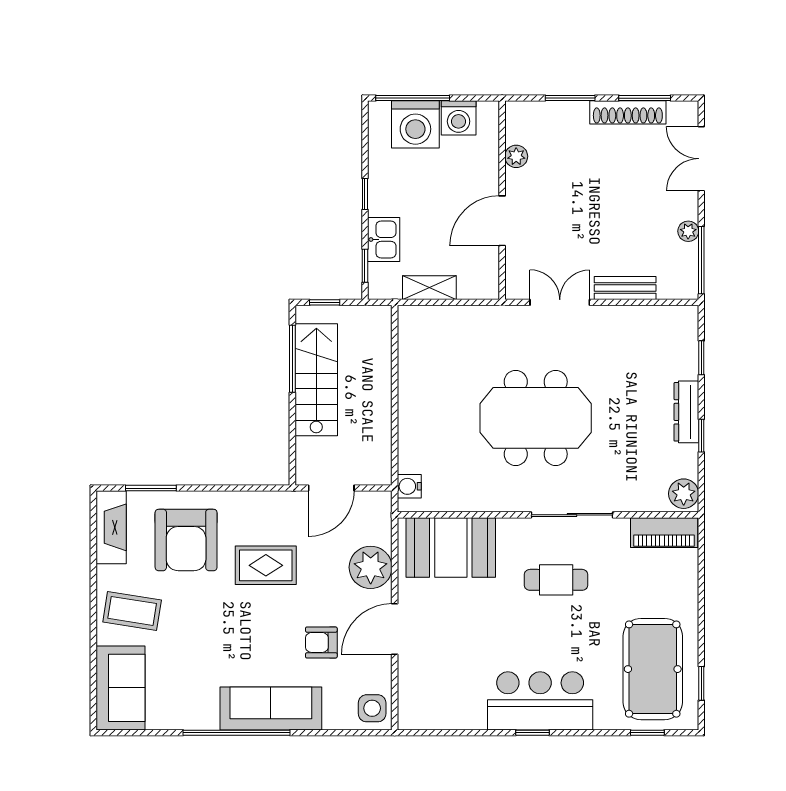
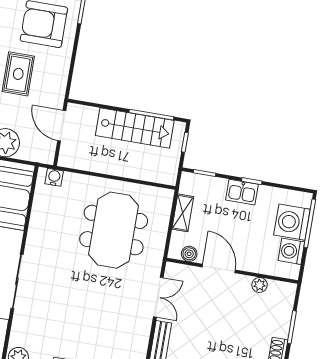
kitchen sink: (384, 239) -> (242, 192), moved
boiler: (488, 268) -> (189, 254), added
meeting table: (536, 418) -> (114, 230), moved

